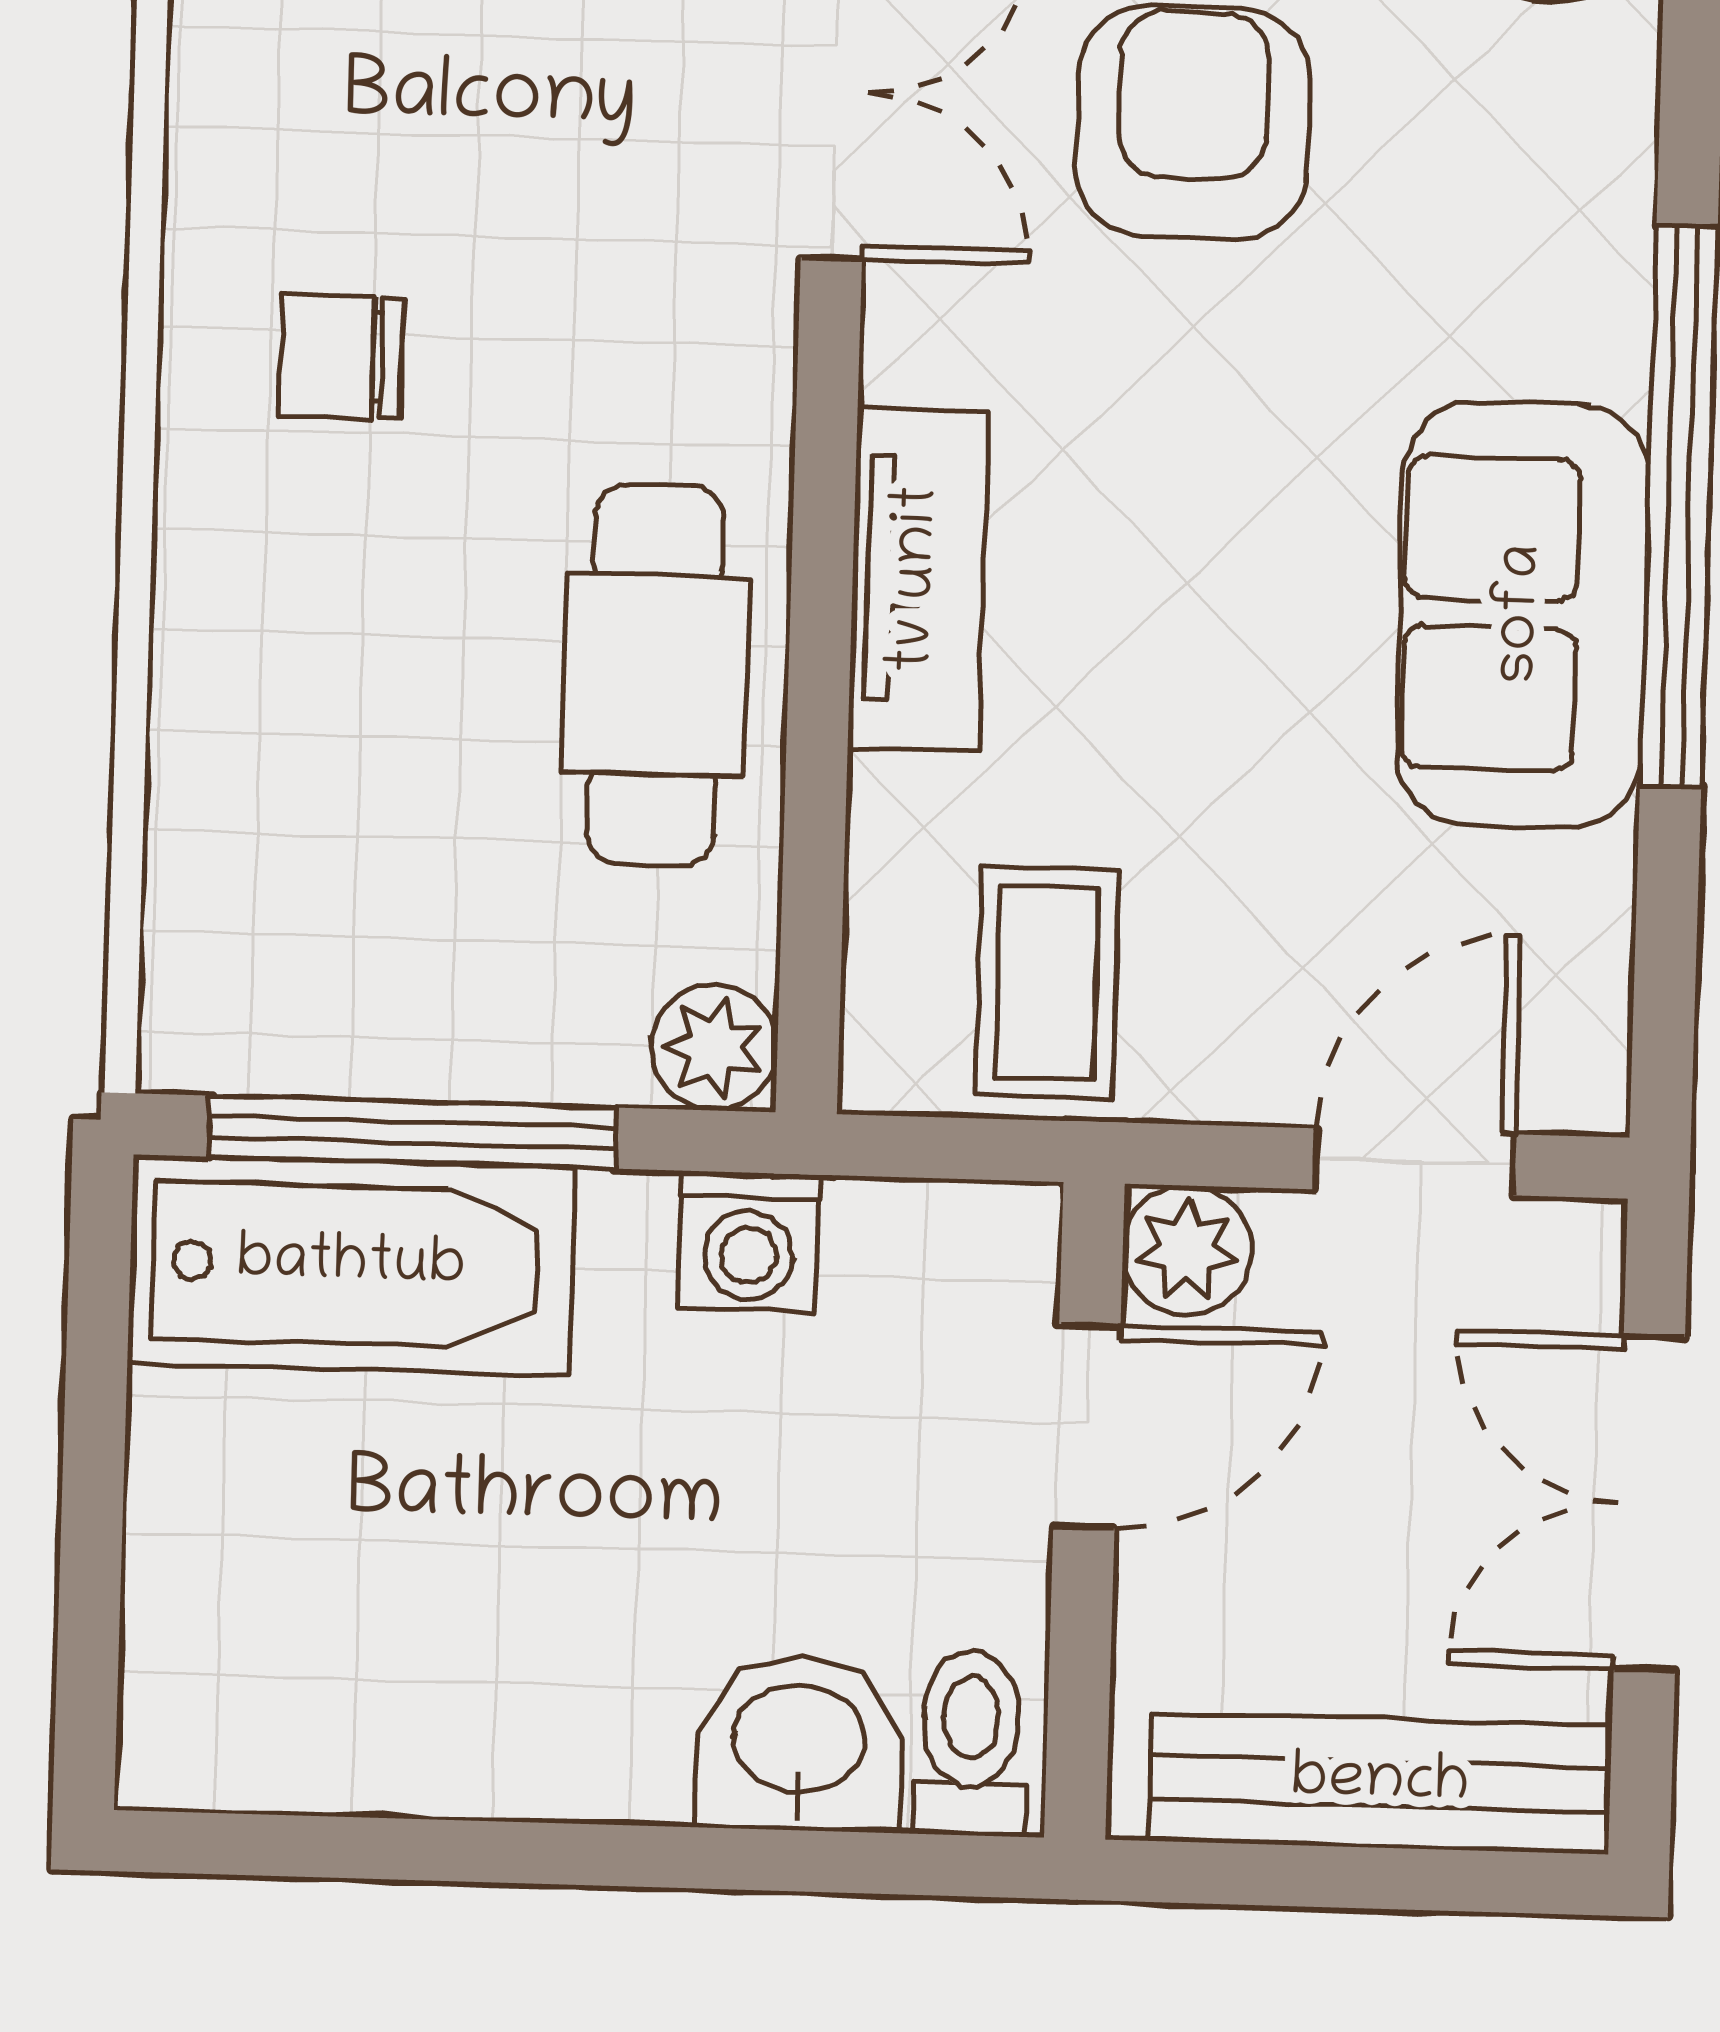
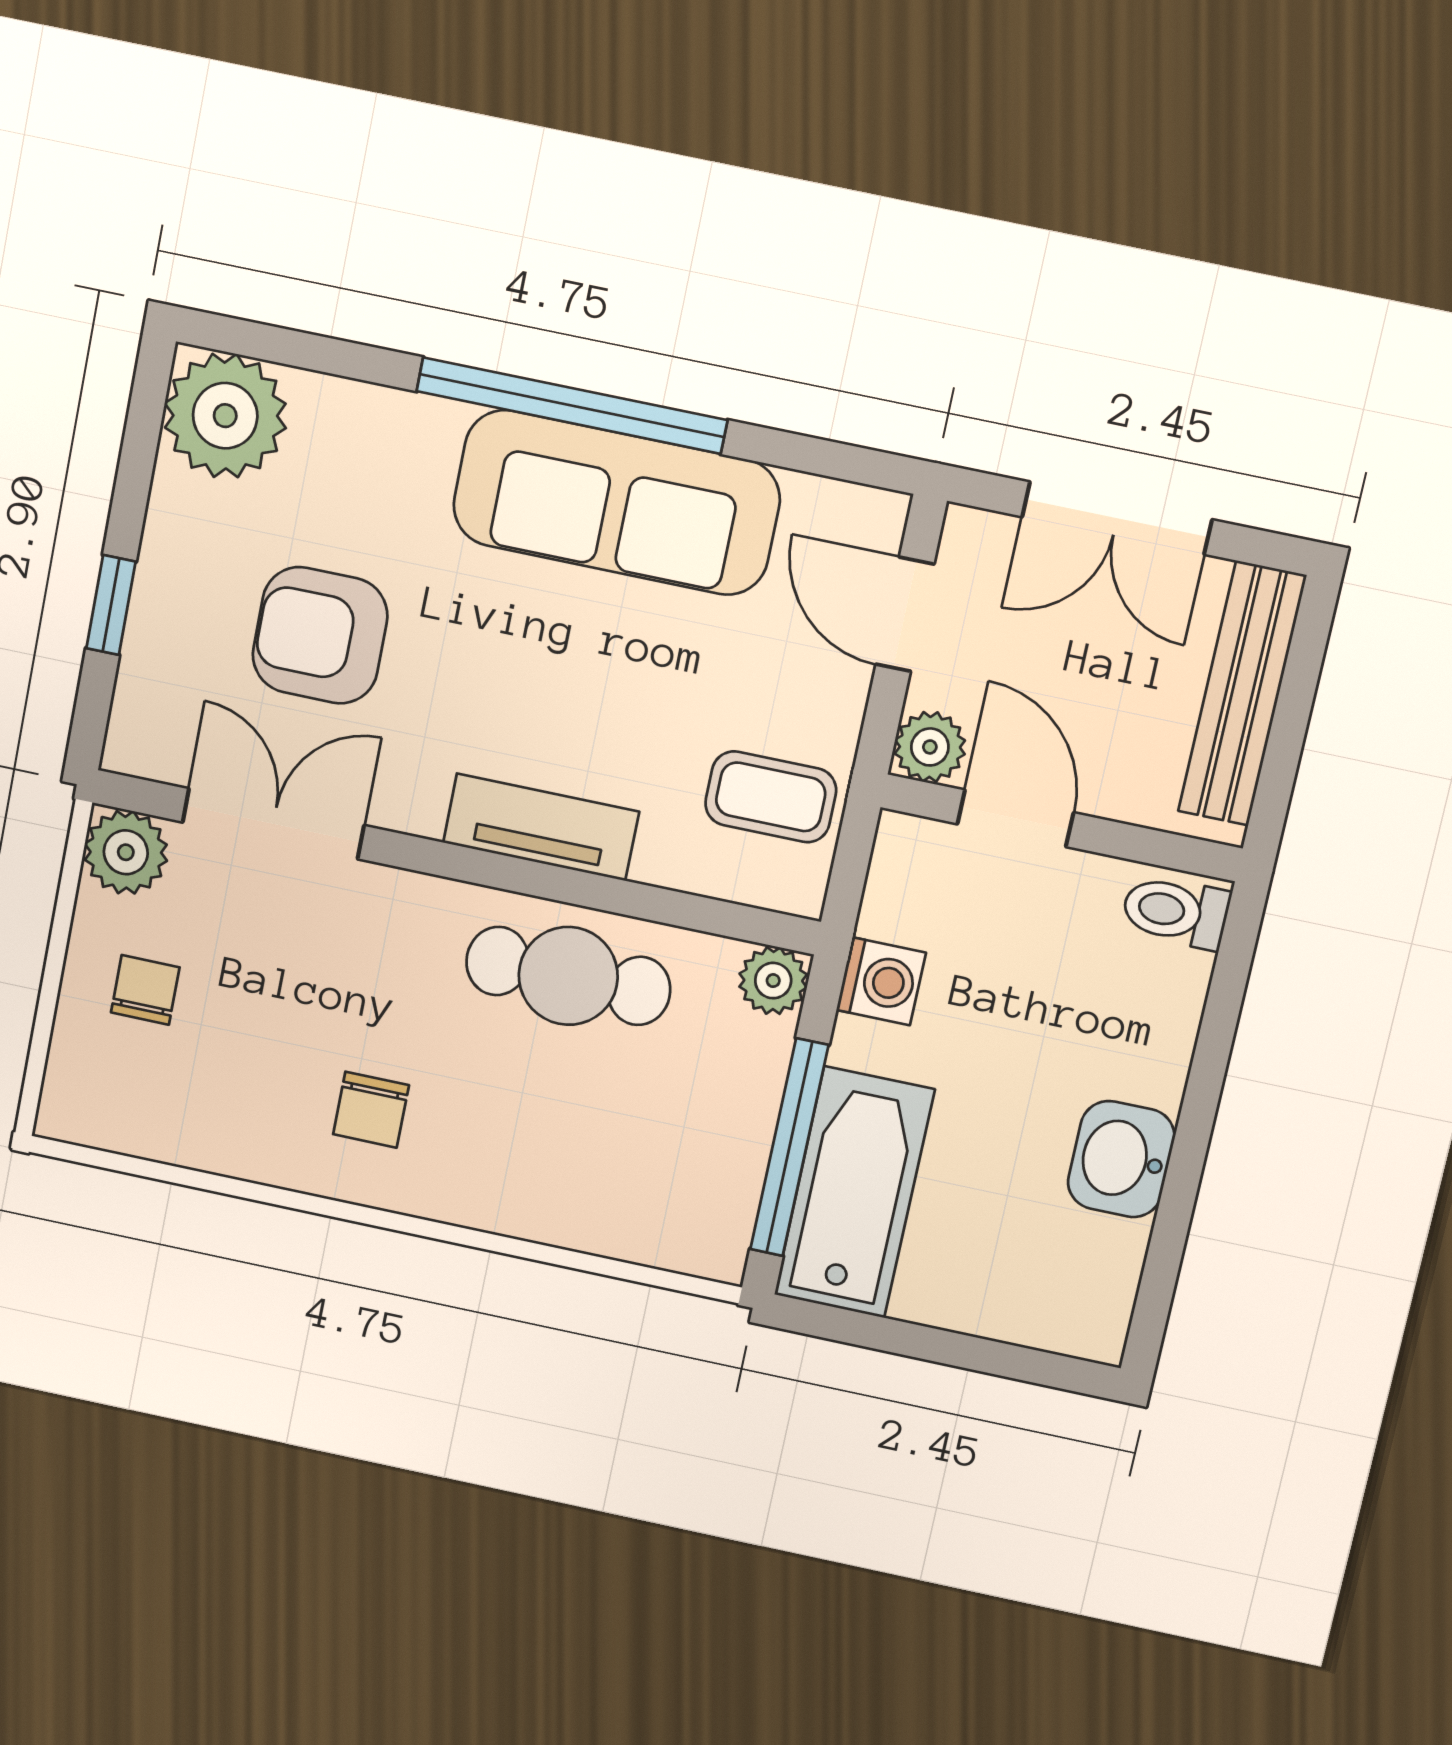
sofa: (1522, 614) -> (616, 503), width x1.36
washbasin: (799, 1744) -> (1121, 1159), moved

